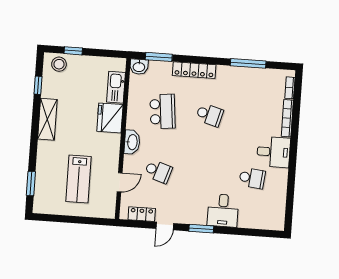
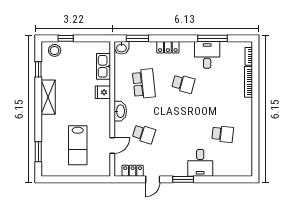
locker: (194, 70) -> (168, 47), width x0.66
fridge: (110, 118) -> (103, 92), width x0.53, depth x0.75
desk: (273, 152) -> (207, 55), moved, turned -90

